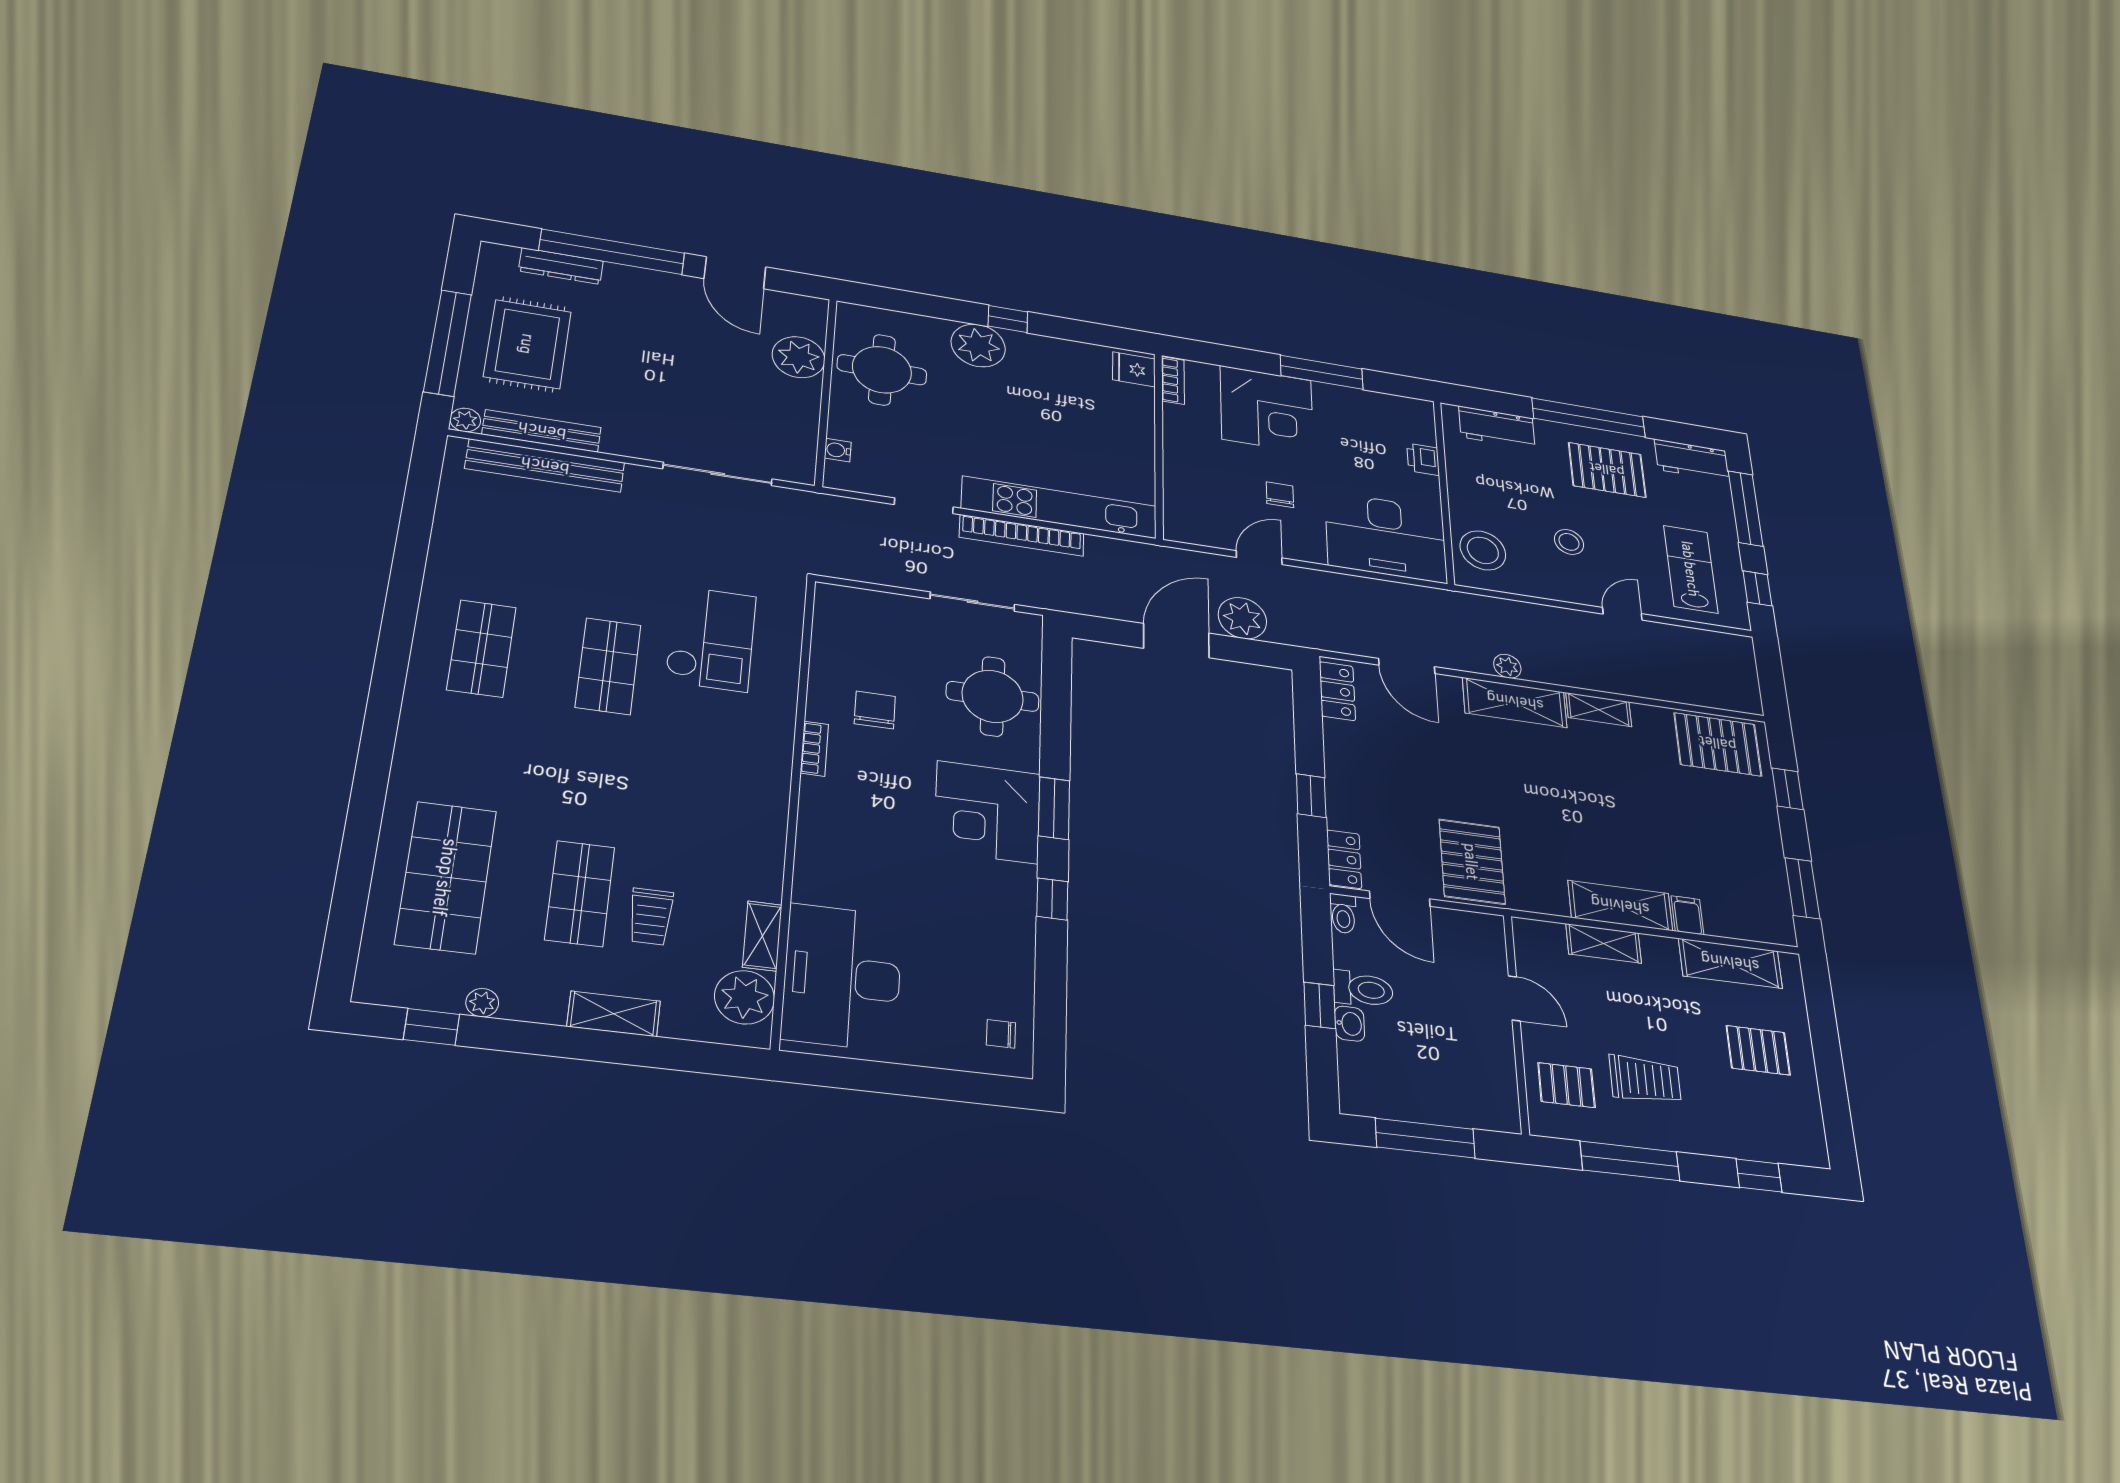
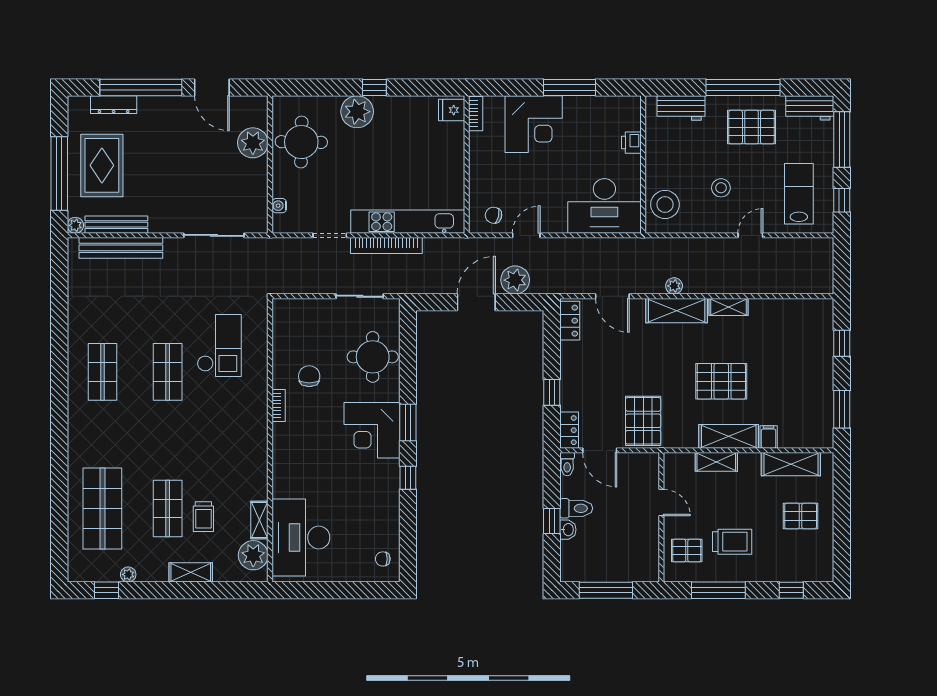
chair: (1280, 495) -> (494, 215), moved, turned -77
pallet: (1718, 744) -> (721, 381), moved

